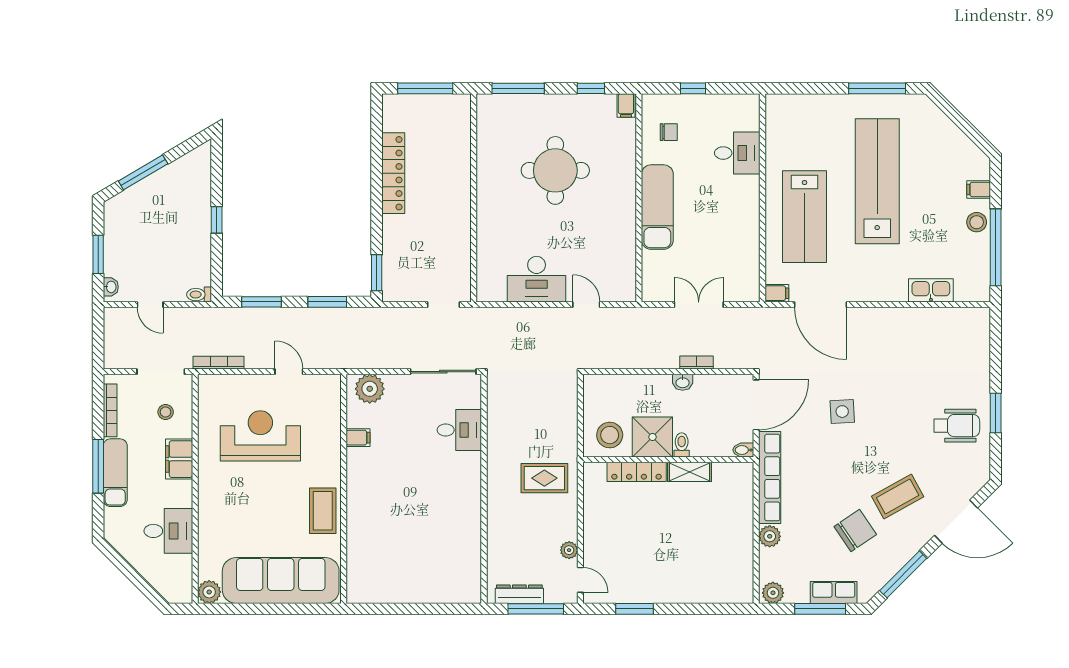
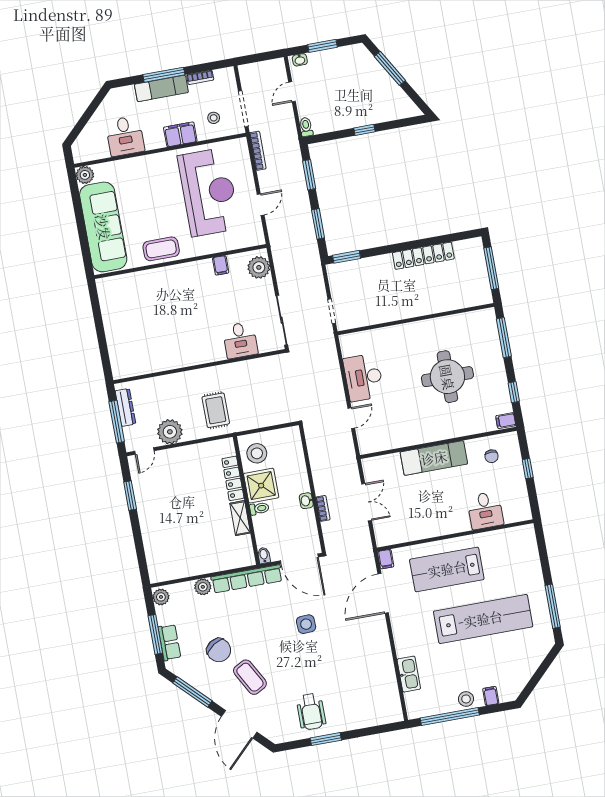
bookcase: (110, 410) -> (200, 77), width x0.64
reception desk: (260, 436) -> (209, 192), width x1.36, depth x1.30
plant: (569, 550) -> (170, 432), width x1.88, depth x1.88

